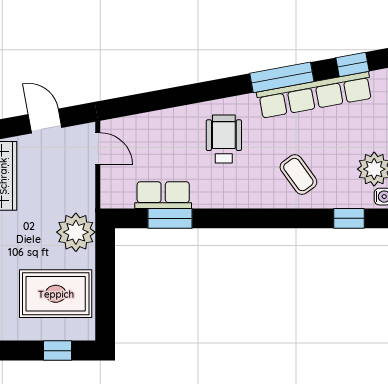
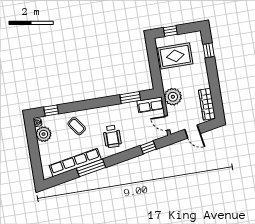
window: (352, 64) -> (148, 147), moved
row of seats: (163, 195) -> (150, 105), moved
plant: (76, 232) -> (173, 97), moved

